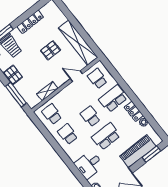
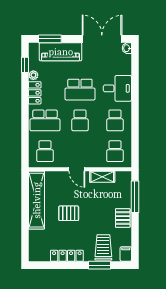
door: (76, 76) -> (77, 169), moved
window: (154, 125) -> (25, 65), added
desk: (89, 165) -> (117, 88), moved

